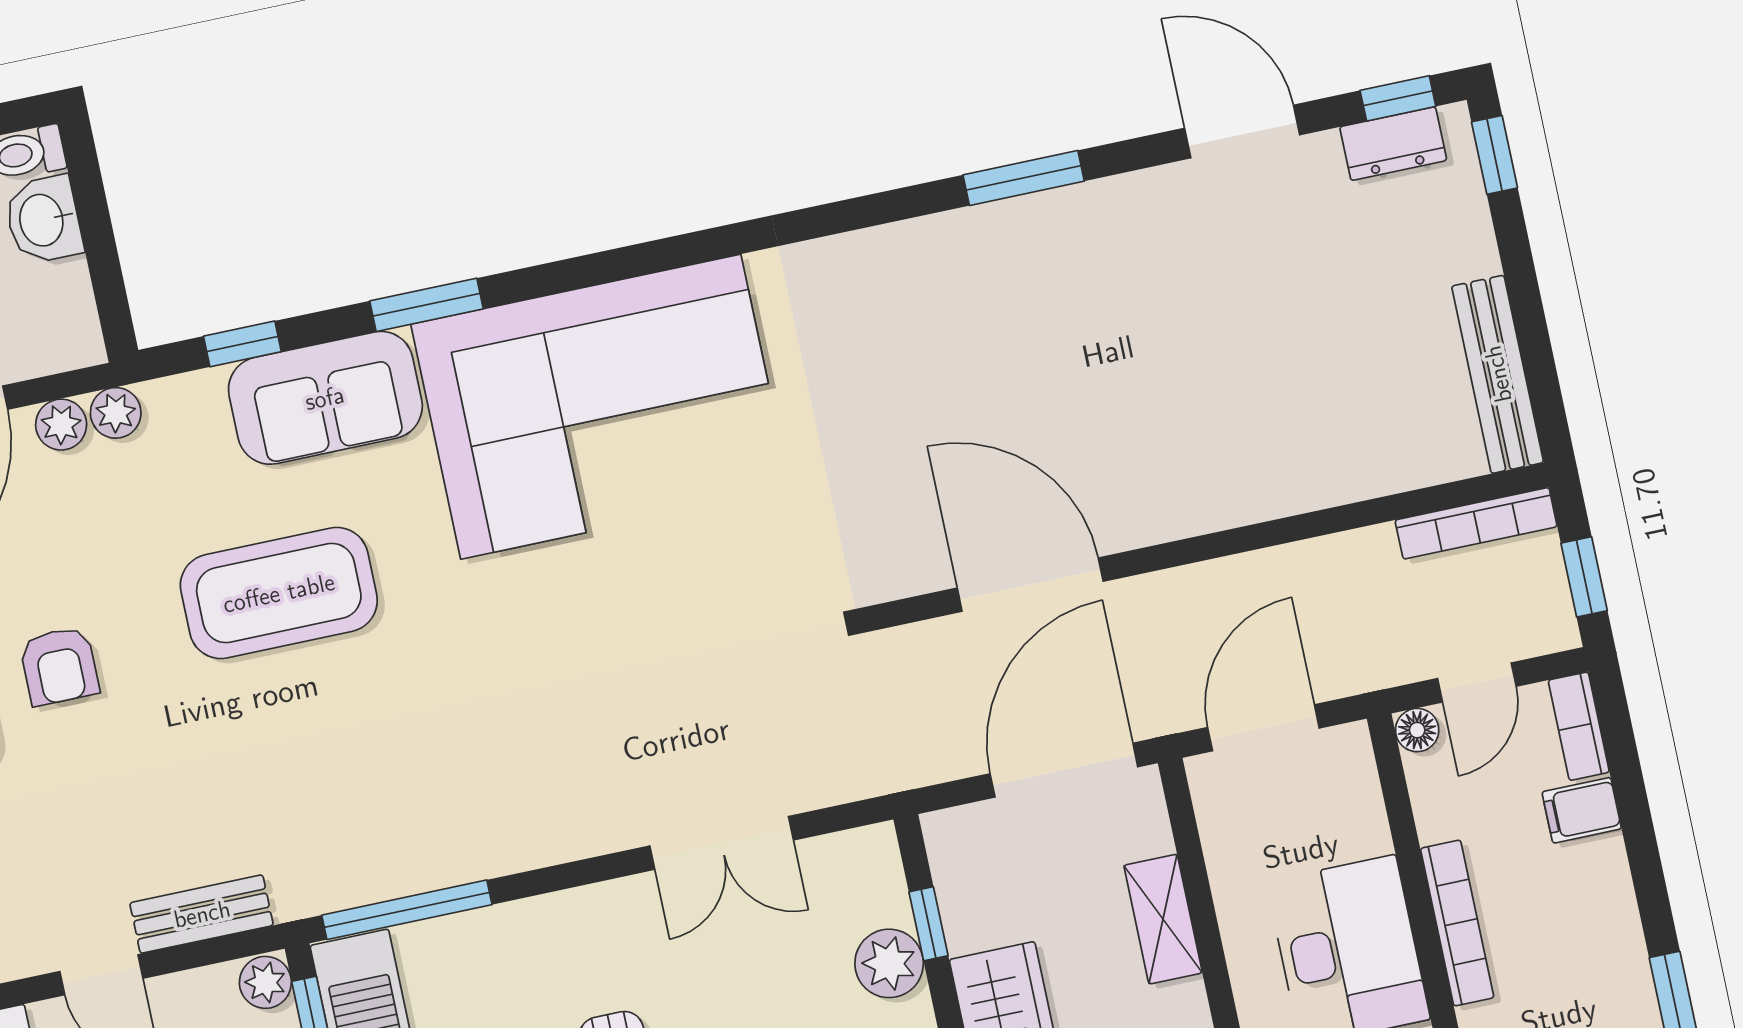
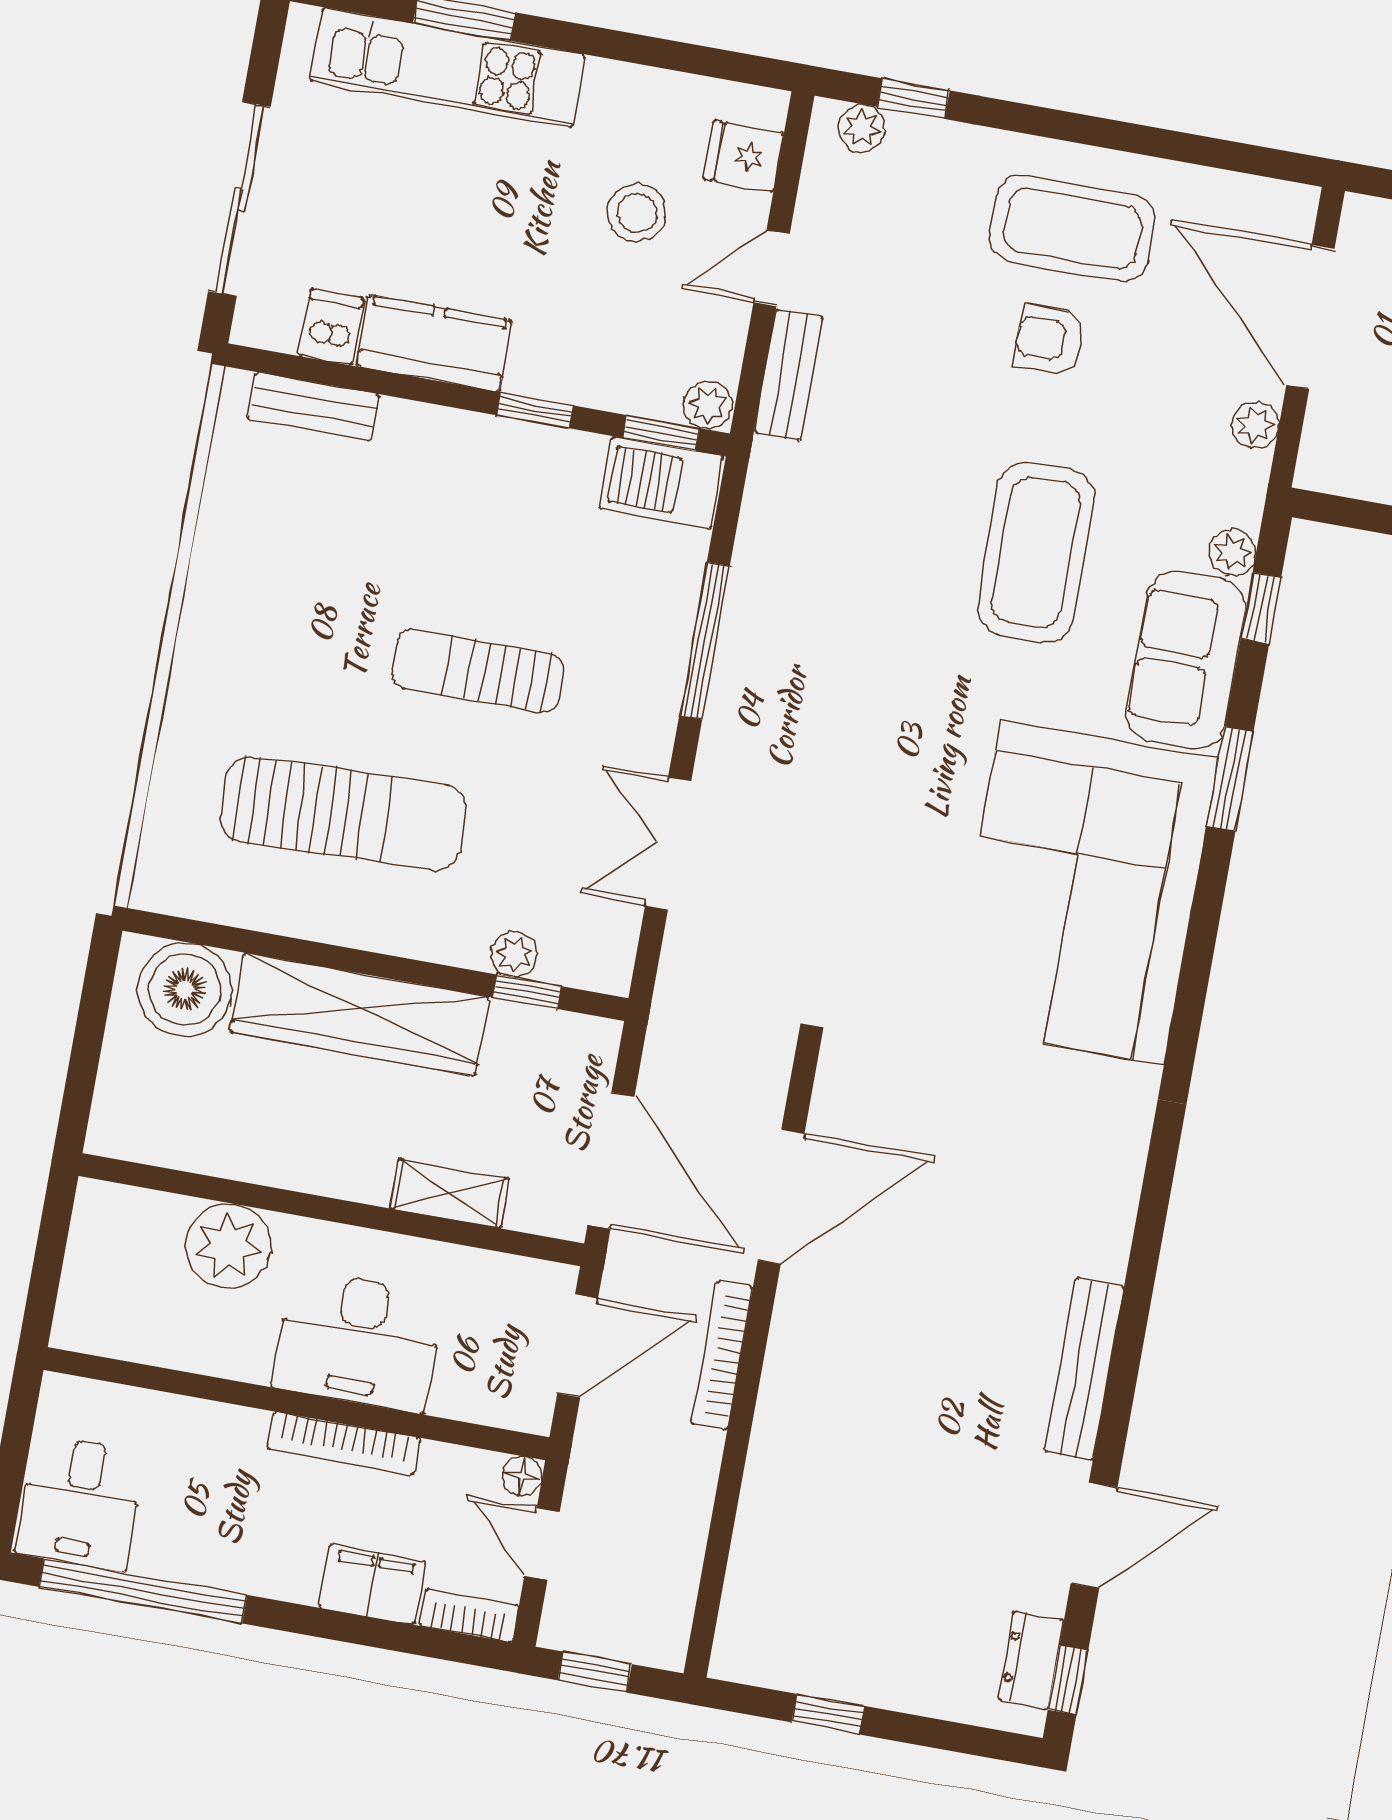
window: (1494, 155) -> (828, 1714), moved
window: (1024, 178) -> (1130, 1333), removed
bench: (1498, 374) -> (1084, 1369), moved, turned 90
plant: (116, 413) -> (1232, 552), moved
bookcase: (1476, 523) -> (722, 1355), moved
door: (1263, 728) -> (578, 1346), hinge flipped
filing cabinet: (1582, 810) -> (372, 1584), width x2.00
window: (407, 910) -> (705, 641), moved
plant: (889, 963) -> (514, 954), width x0.73, depth x0.73

